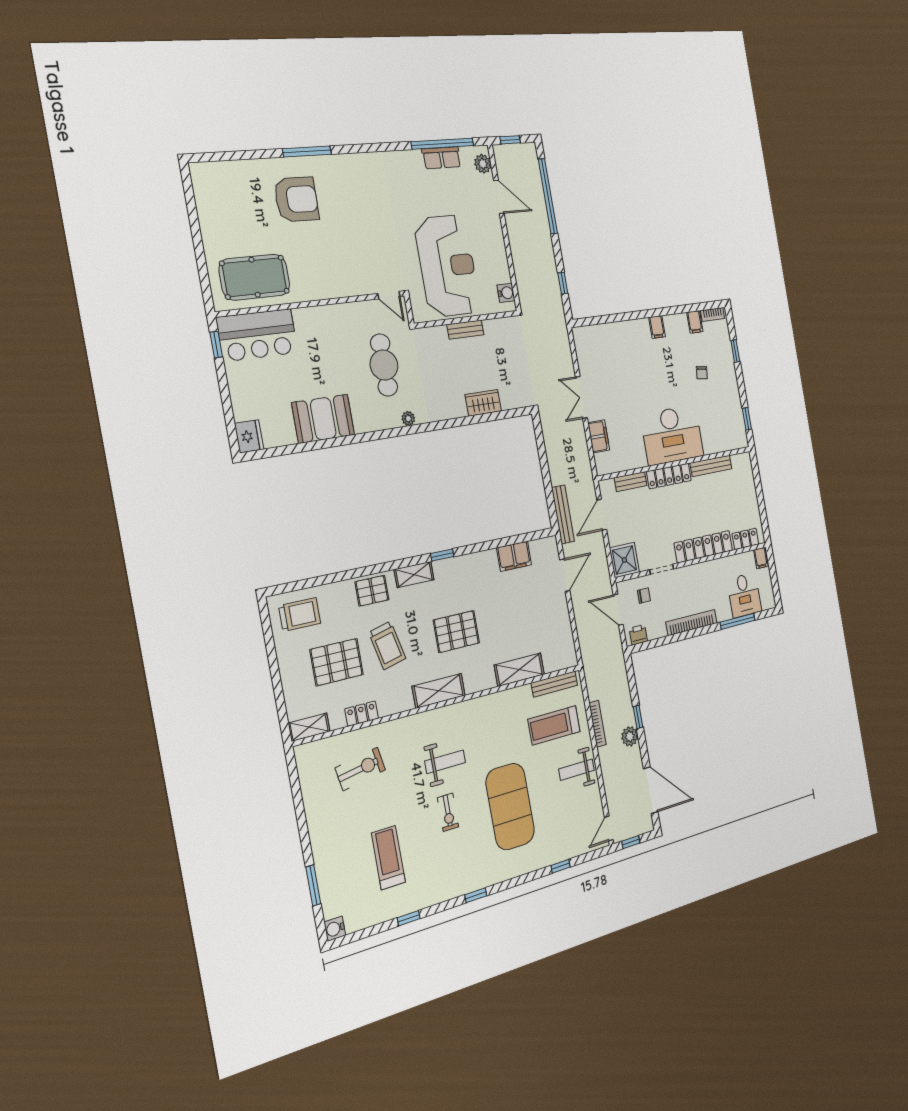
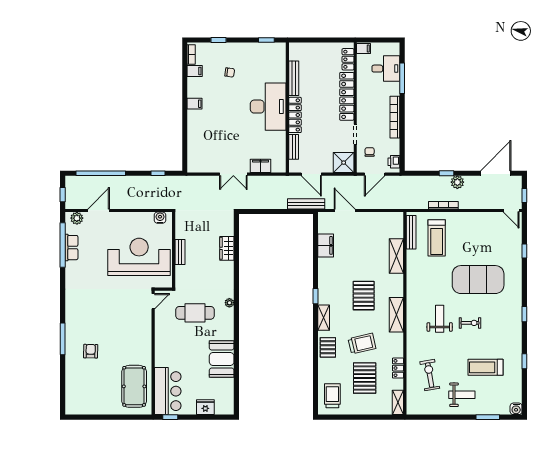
armchair: (296, 199) -> (91, 351), width x0.53, depth x0.53
fridge: (249, 436) -> (205, 407), moved
weight bench: (576, 770) -> (462, 395), moved, turned -90

